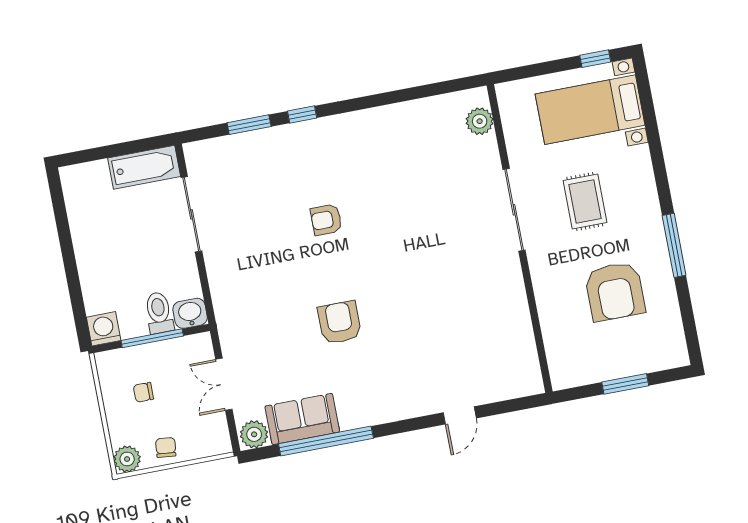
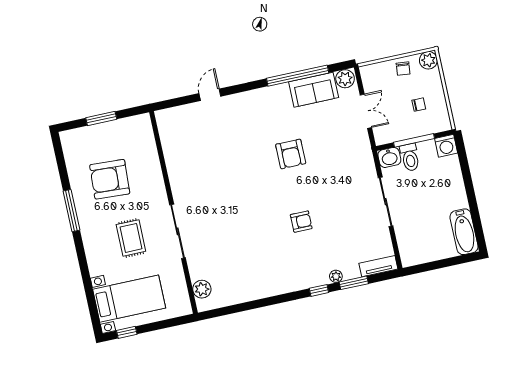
plant: (276, 135) -> (336, 276), added
tv unit: (211, 149) -> (378, 266), added
bathtub: (144, 167) -> (464, 232), moved, turned -90
sliding door: (191, 214) -> (386, 202), moved
armchair: (615, 291) -> (110, 179), turned -87

